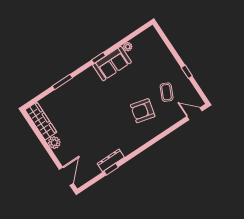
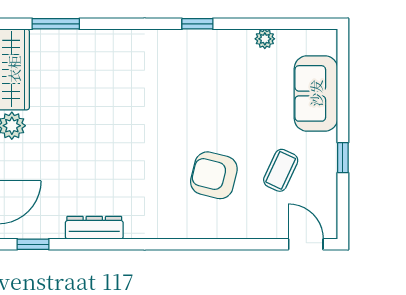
sofa: (112, 64) -> (316, 93), moved, turned 90
window: (62, 82) -> (56, 24), moved
window: (111, 169) -> (33, 244), moved

